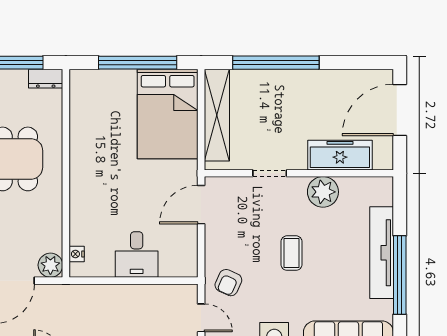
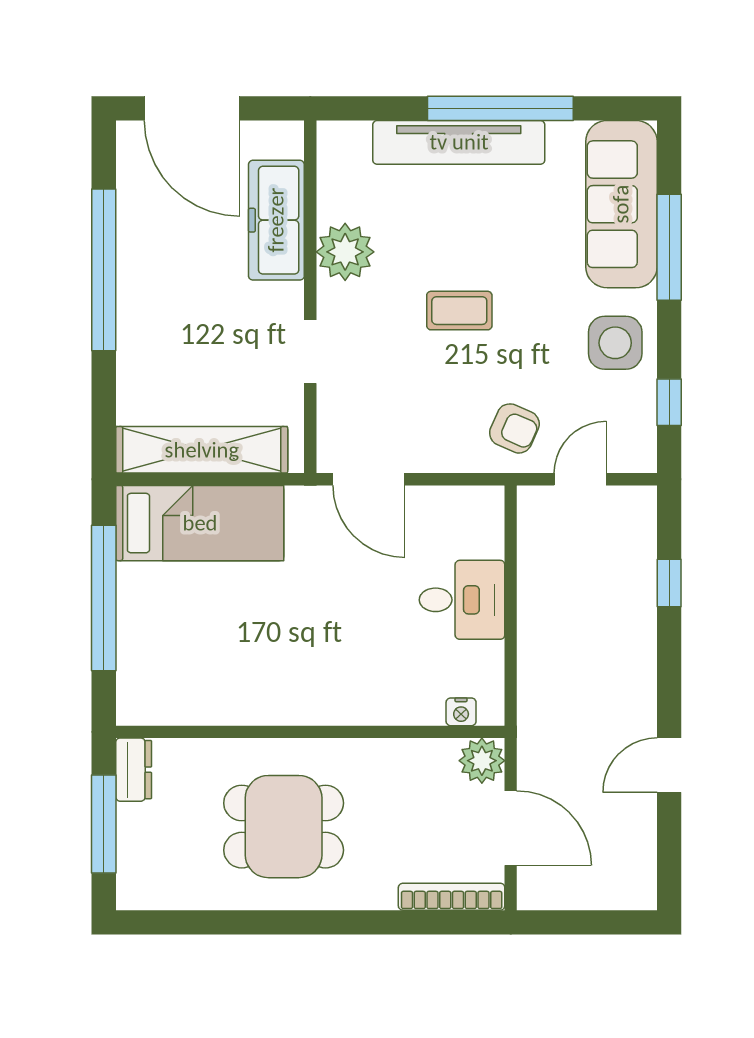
window: (276, 63) -> (104, 270), moved
bed: (168, 114) -> (200, 523), width x0.67

